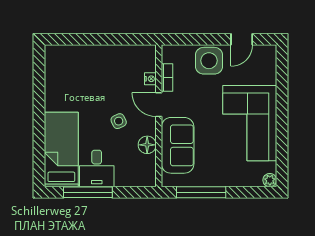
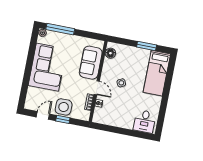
window: (206, 39) -> (63, 119), added
floor lamp: (147, 145) -> (110, 53), moved
desk: (97, 168) -> (145, 121), moved, turned 180
window: (88, 192) -> (147, 46), width x0.69
window: (201, 192) -> (60, 29), moved

